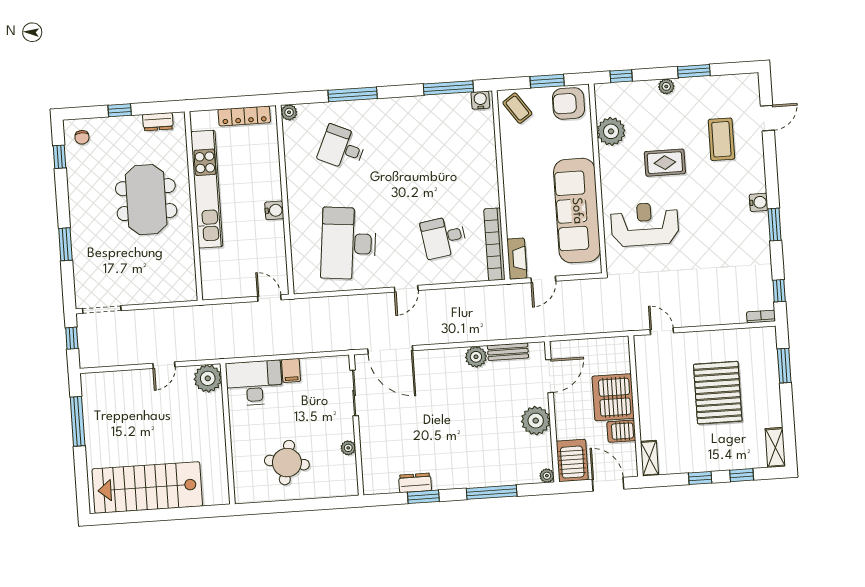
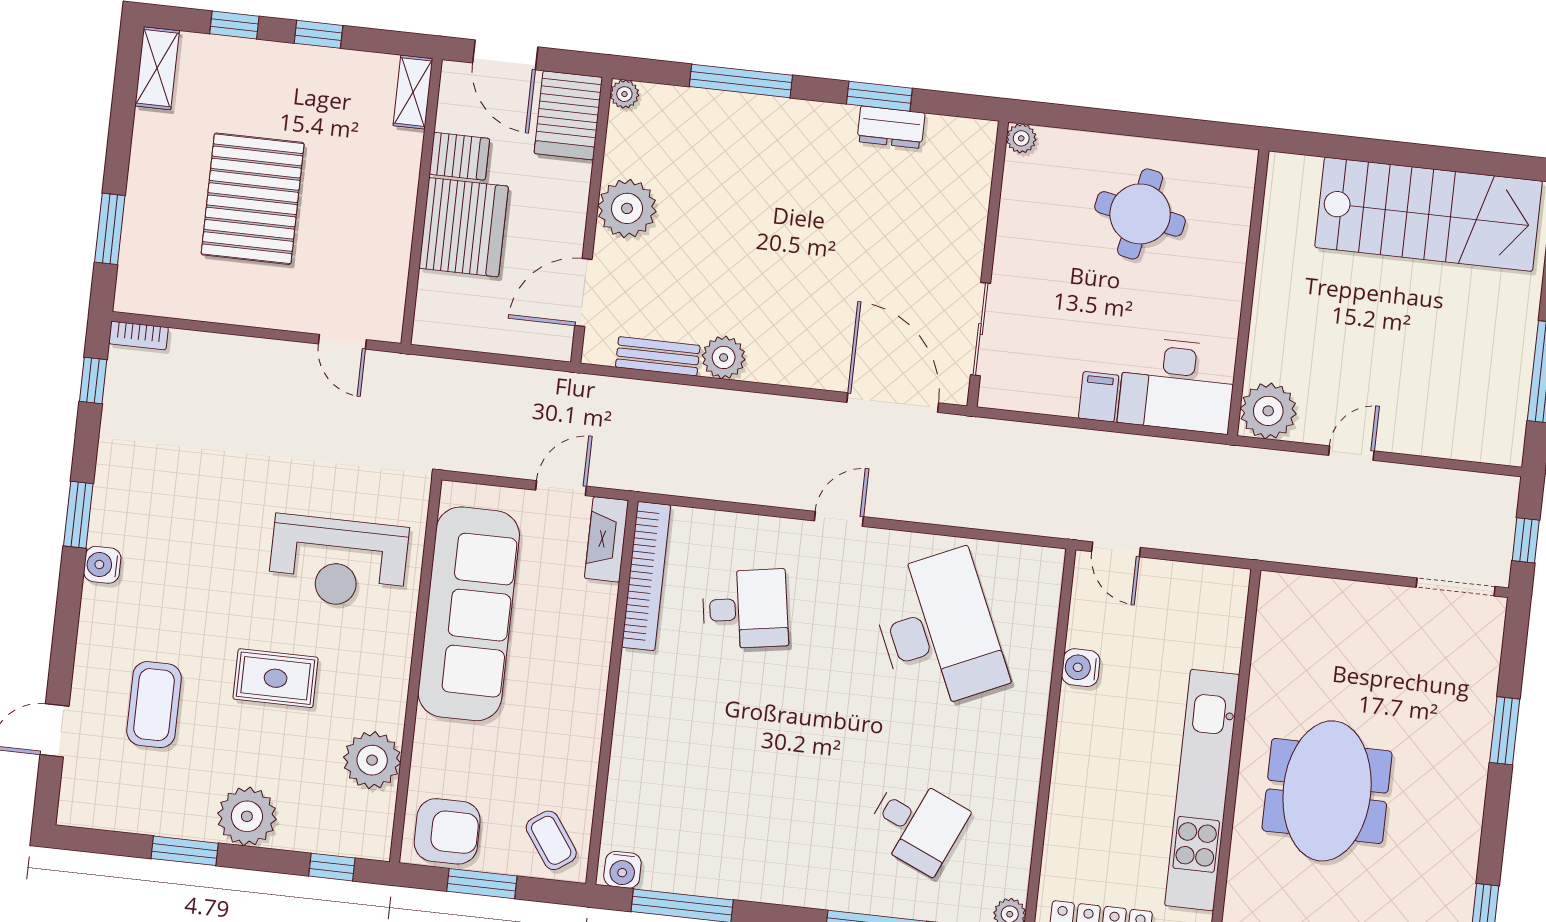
plant: (666, 86) -> (247, 816), width x1.88, depth x1.88
water cooler: (274, 210) -> (1081, 668), moved
desk: (349, 243) -> (938, 630), turned -30
plant: (348, 448) -> (1021, 138), moved

